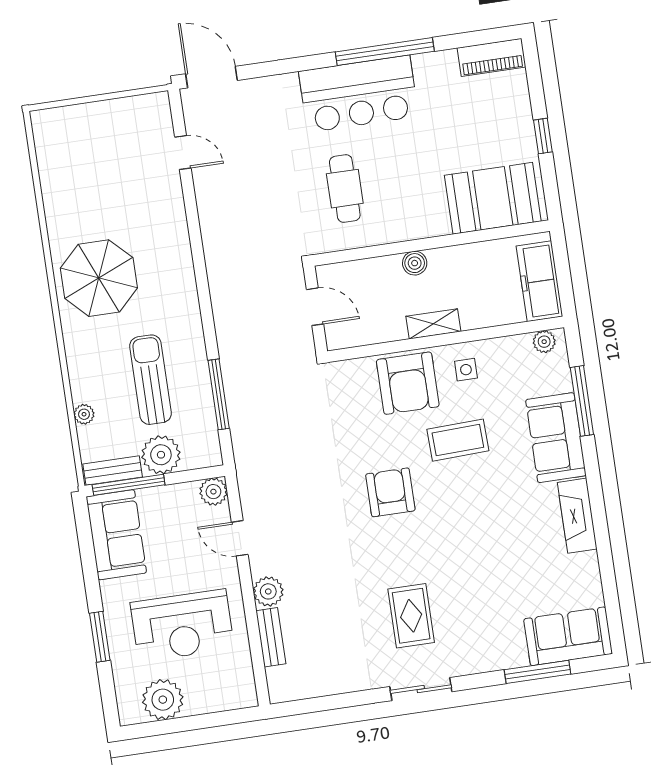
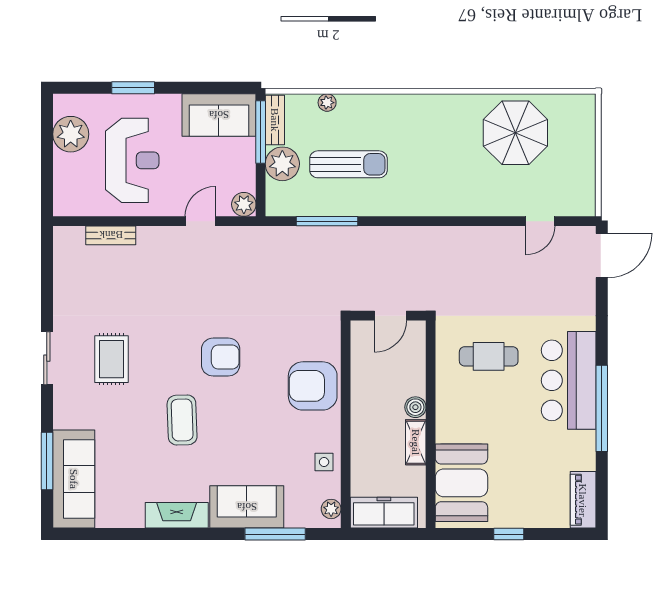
parasol: (99, 278) -> (515, 133), moved
shelving: (433, 324) -> (416, 442), moved
side table: (466, 370) -> (324, 462), moved
coffee table: (458, 440) -> (182, 420), moved
plant: (268, 591) -> (151, 239), removed
rug: (411, 616) -> (112, 359), turned 90
reception desk: (182, 626) -> (132, 160), turned 180
sofa: (568, 636) -> (74, 479), width x1.36

